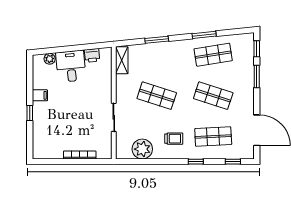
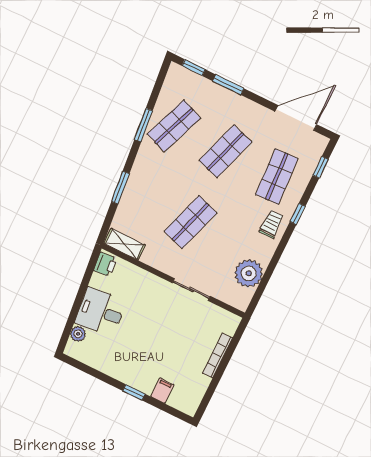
printer: (92, 55) -> (105, 264), moved
shop shelf: (213, 55) -> (174, 126), turned 30
filing cabinet: (40, 95) -> (162, 391), moved
trolley: (174, 139) -> (272, 224), moved

